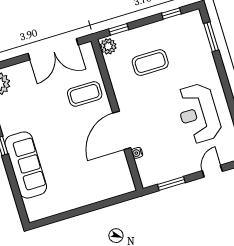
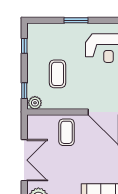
window: (211, 37) -> (76, 20), moved
double door: (53, 49) -> (24, 160), moved

